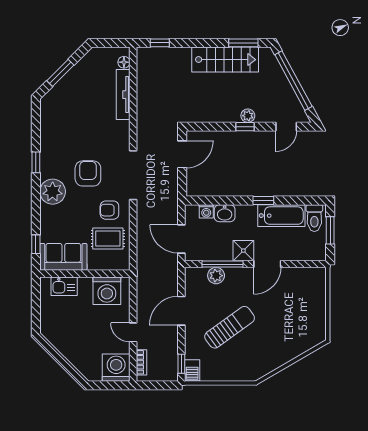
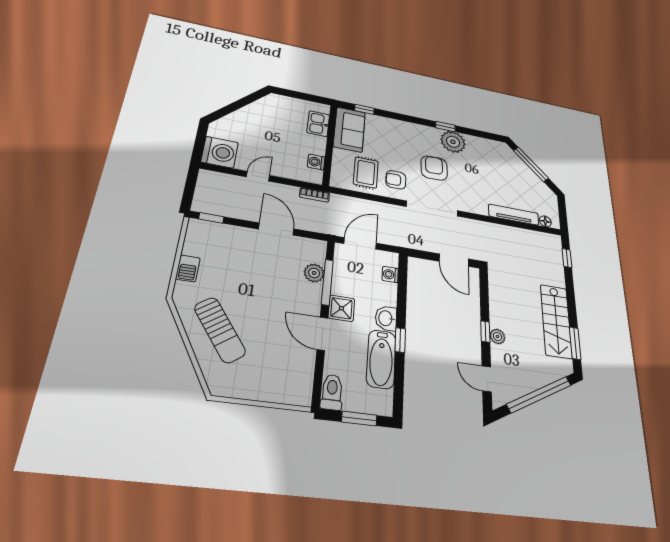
window: (60, 73) -> (531, 164), width x1.44
armchair: (88, 173) -> (434, 168), turned -92
plant: (53, 192) -> (453, 142), moved
armchair: (109, 210) -> (396, 180), turned -90
washbasin: (225, 213) -> (386, 318), moved
toilet: (314, 218) -> (332, 392), moved, turned 90
washing machine: (107, 291) -> (316, 162), width x0.53, depth x0.53
sun lounger: (230, 327) -> (220, 330), moved
bookcase: (141, 362) -> (314, 195), moved
barbecue: (192, 370) -> (188, 268), moved, turned -90

